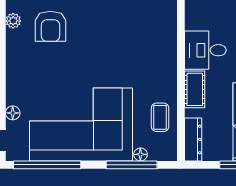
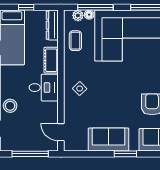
side table: (154, 49) -> (80, 89), added
plant: (156, 153) -> (78, 15), added

